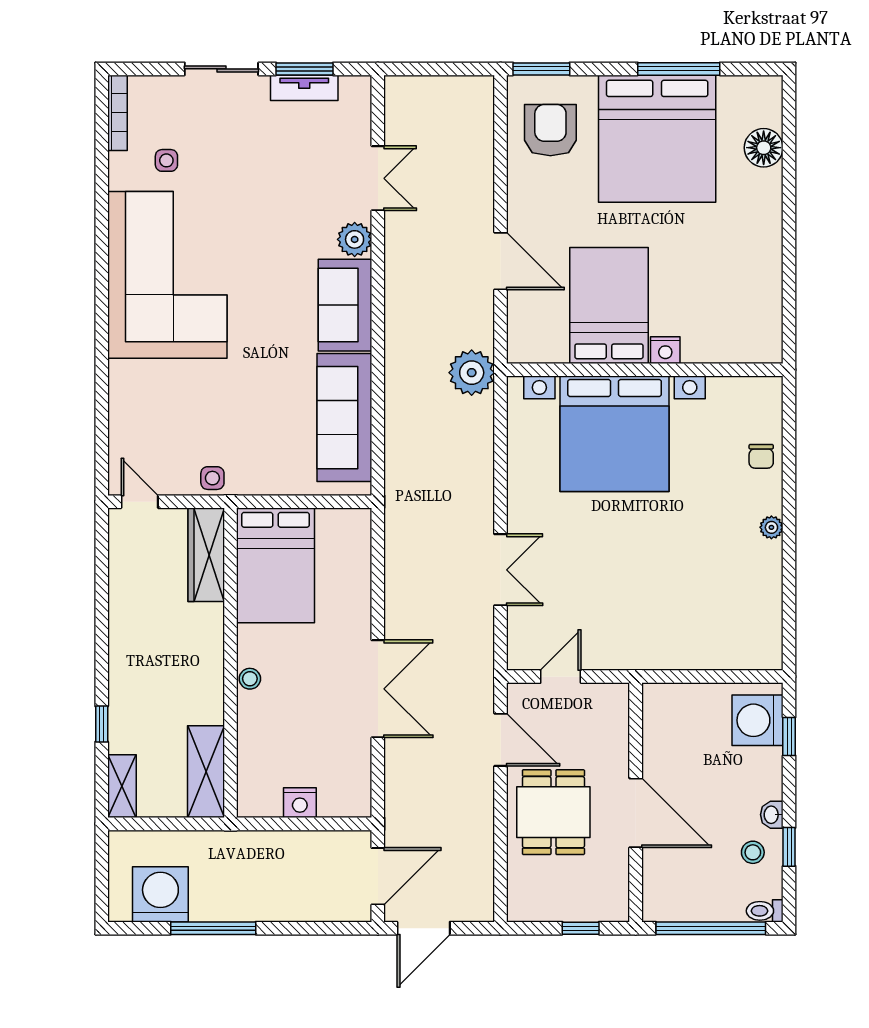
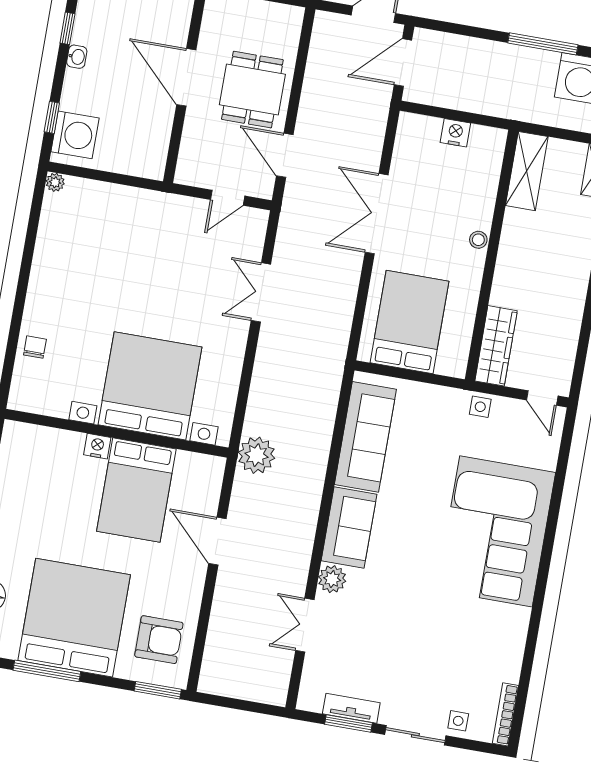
armchair: (550, 130) -> (159, 640), turned -90
side table: (166, 160) -> (458, 721), moved
corner sofa: (167, 275) -> (496, 531), moved
plant: (771, 527) -> (55, 182), moved
bed: (275, 565) -> (410, 322), moved
stool: (753, 852) -> (97, 29), removed

